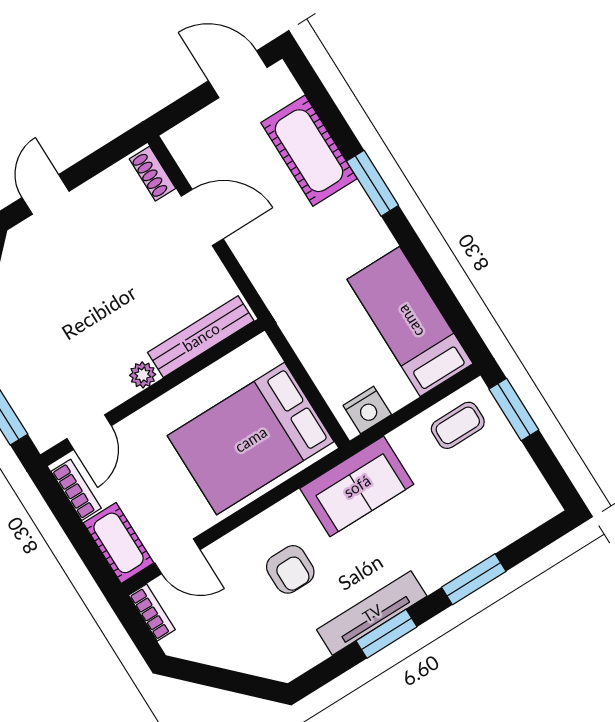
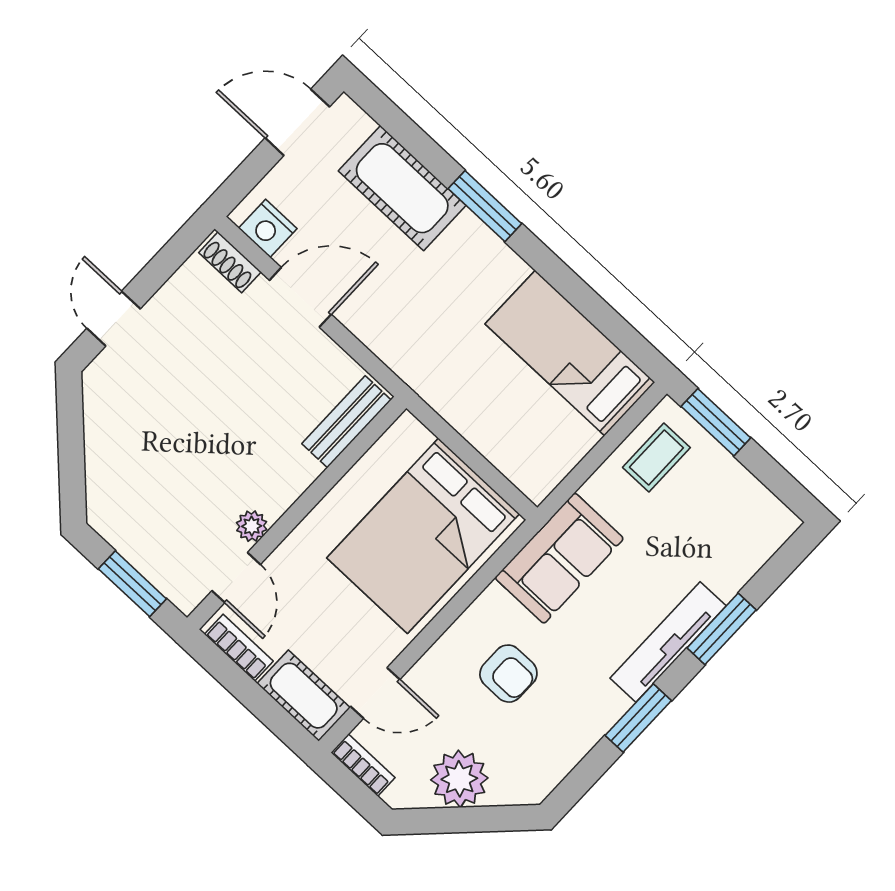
bench: (201, 337) -> (346, 422), width x0.73
plant: (143, 375) -> (252, 526), moved
nightstand: (367, 410) -> (268, 228), moved, turned 90
tv unit: (372, 613) -> (668, 642), moved
plant: (227, 645) -> (459, 779), added

